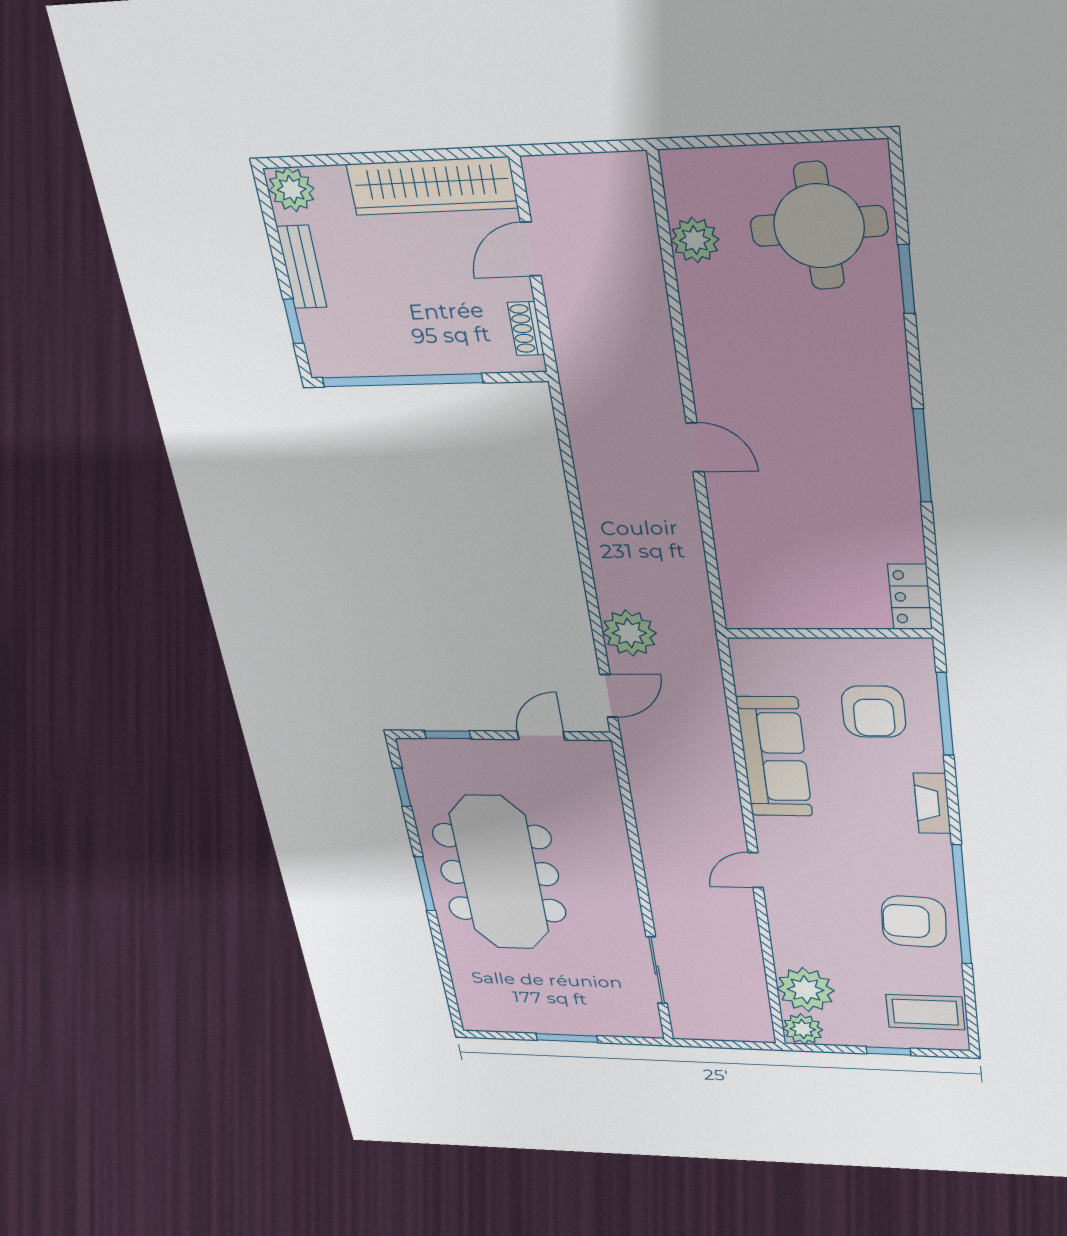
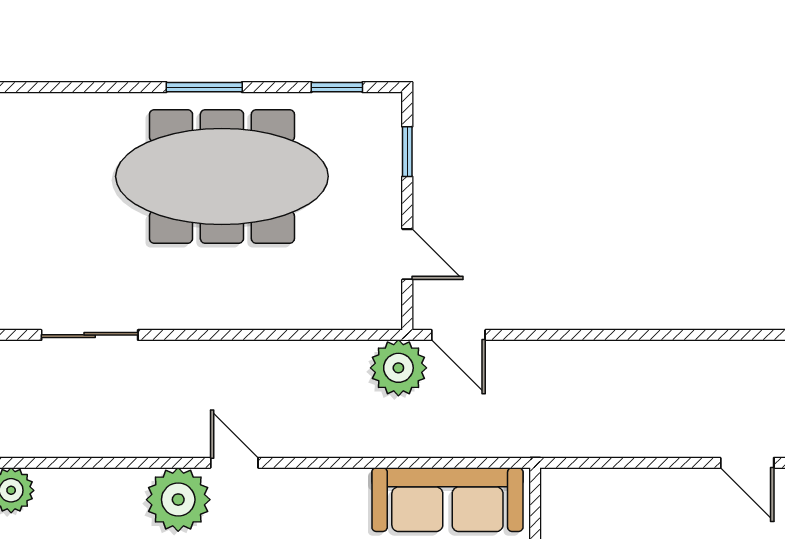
door: (695, 447) -> (747, 463), hinge flipped
plant: (629, 633) -> (398, 368), moved
sofa: (774, 757) -> (447, 500), moved
plant: (806, 990) -> (178, 500), moved

